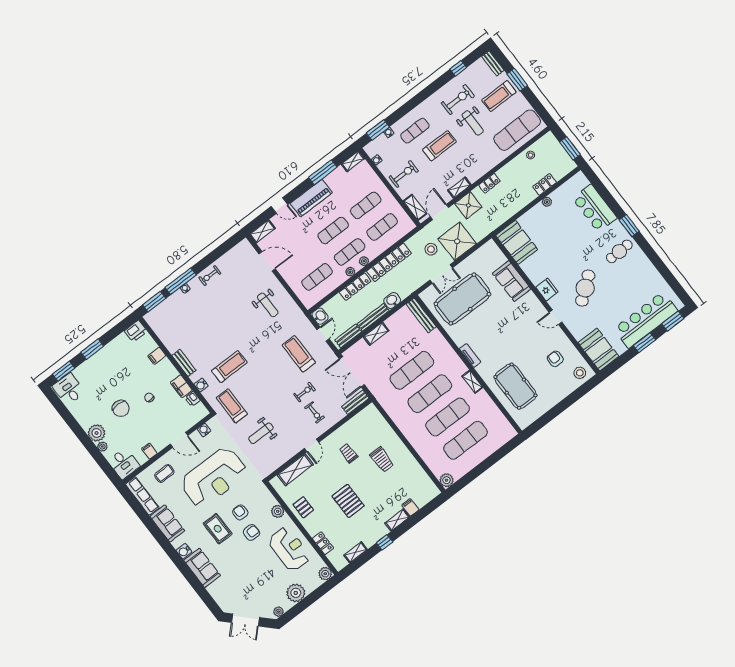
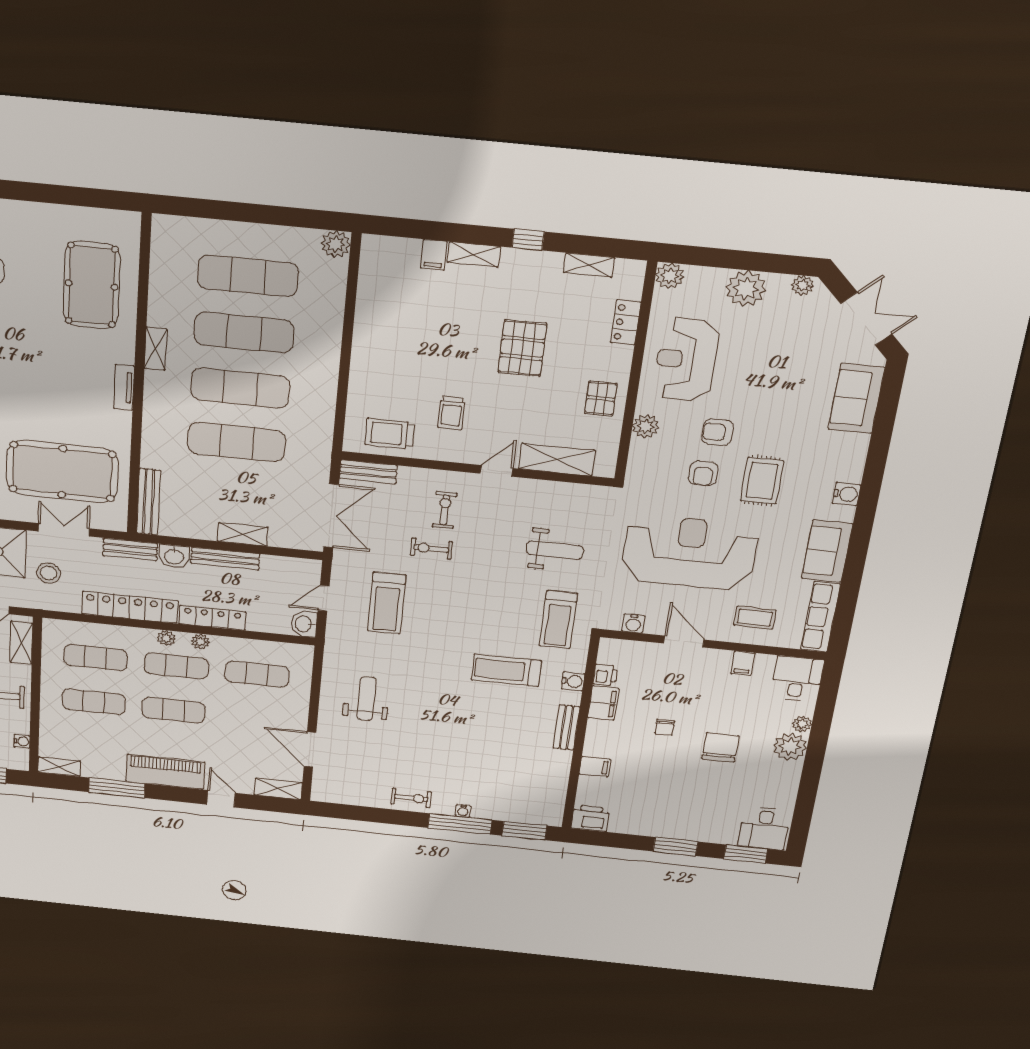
bench: (348, 336) -> (130, 550), moved
trolley: (382, 460) -> (390, 434), moved, turned -90
sofa: (202, 568) -> (856, 398), moved

